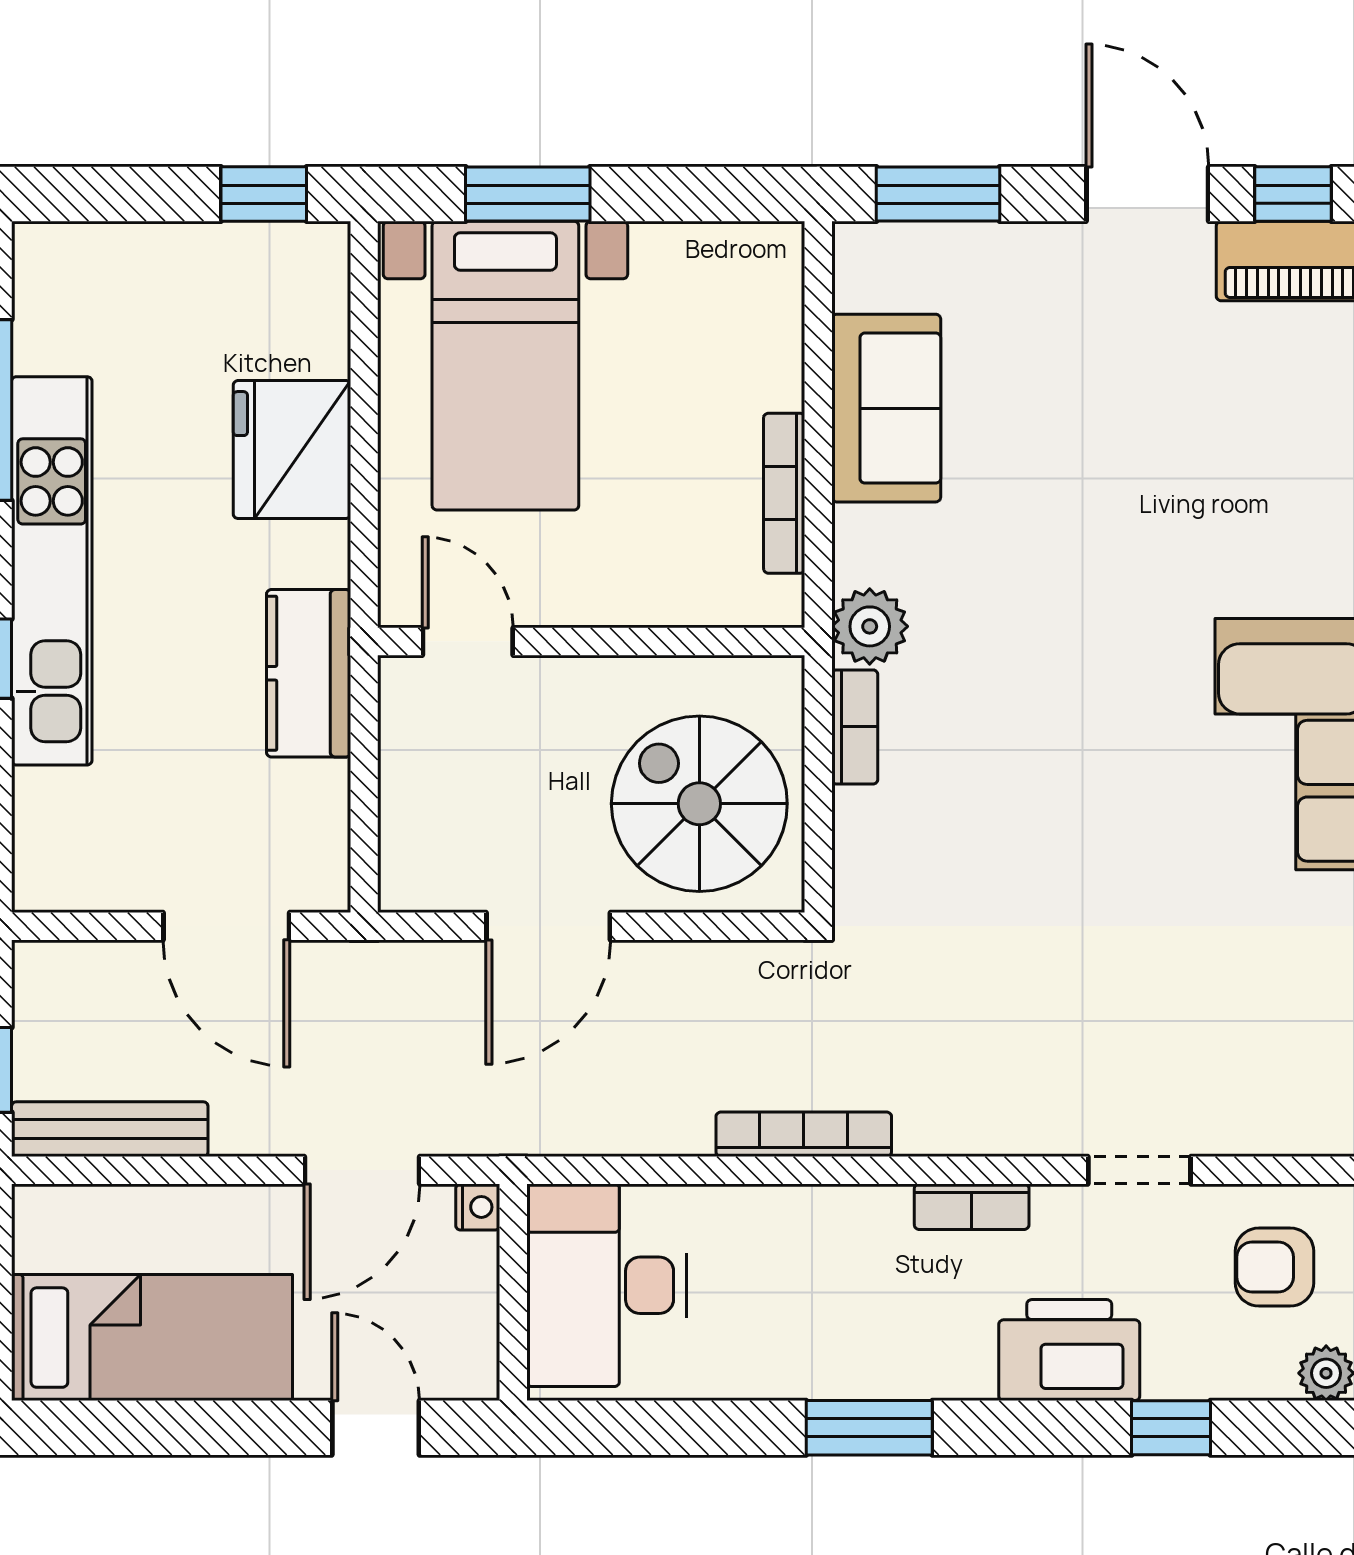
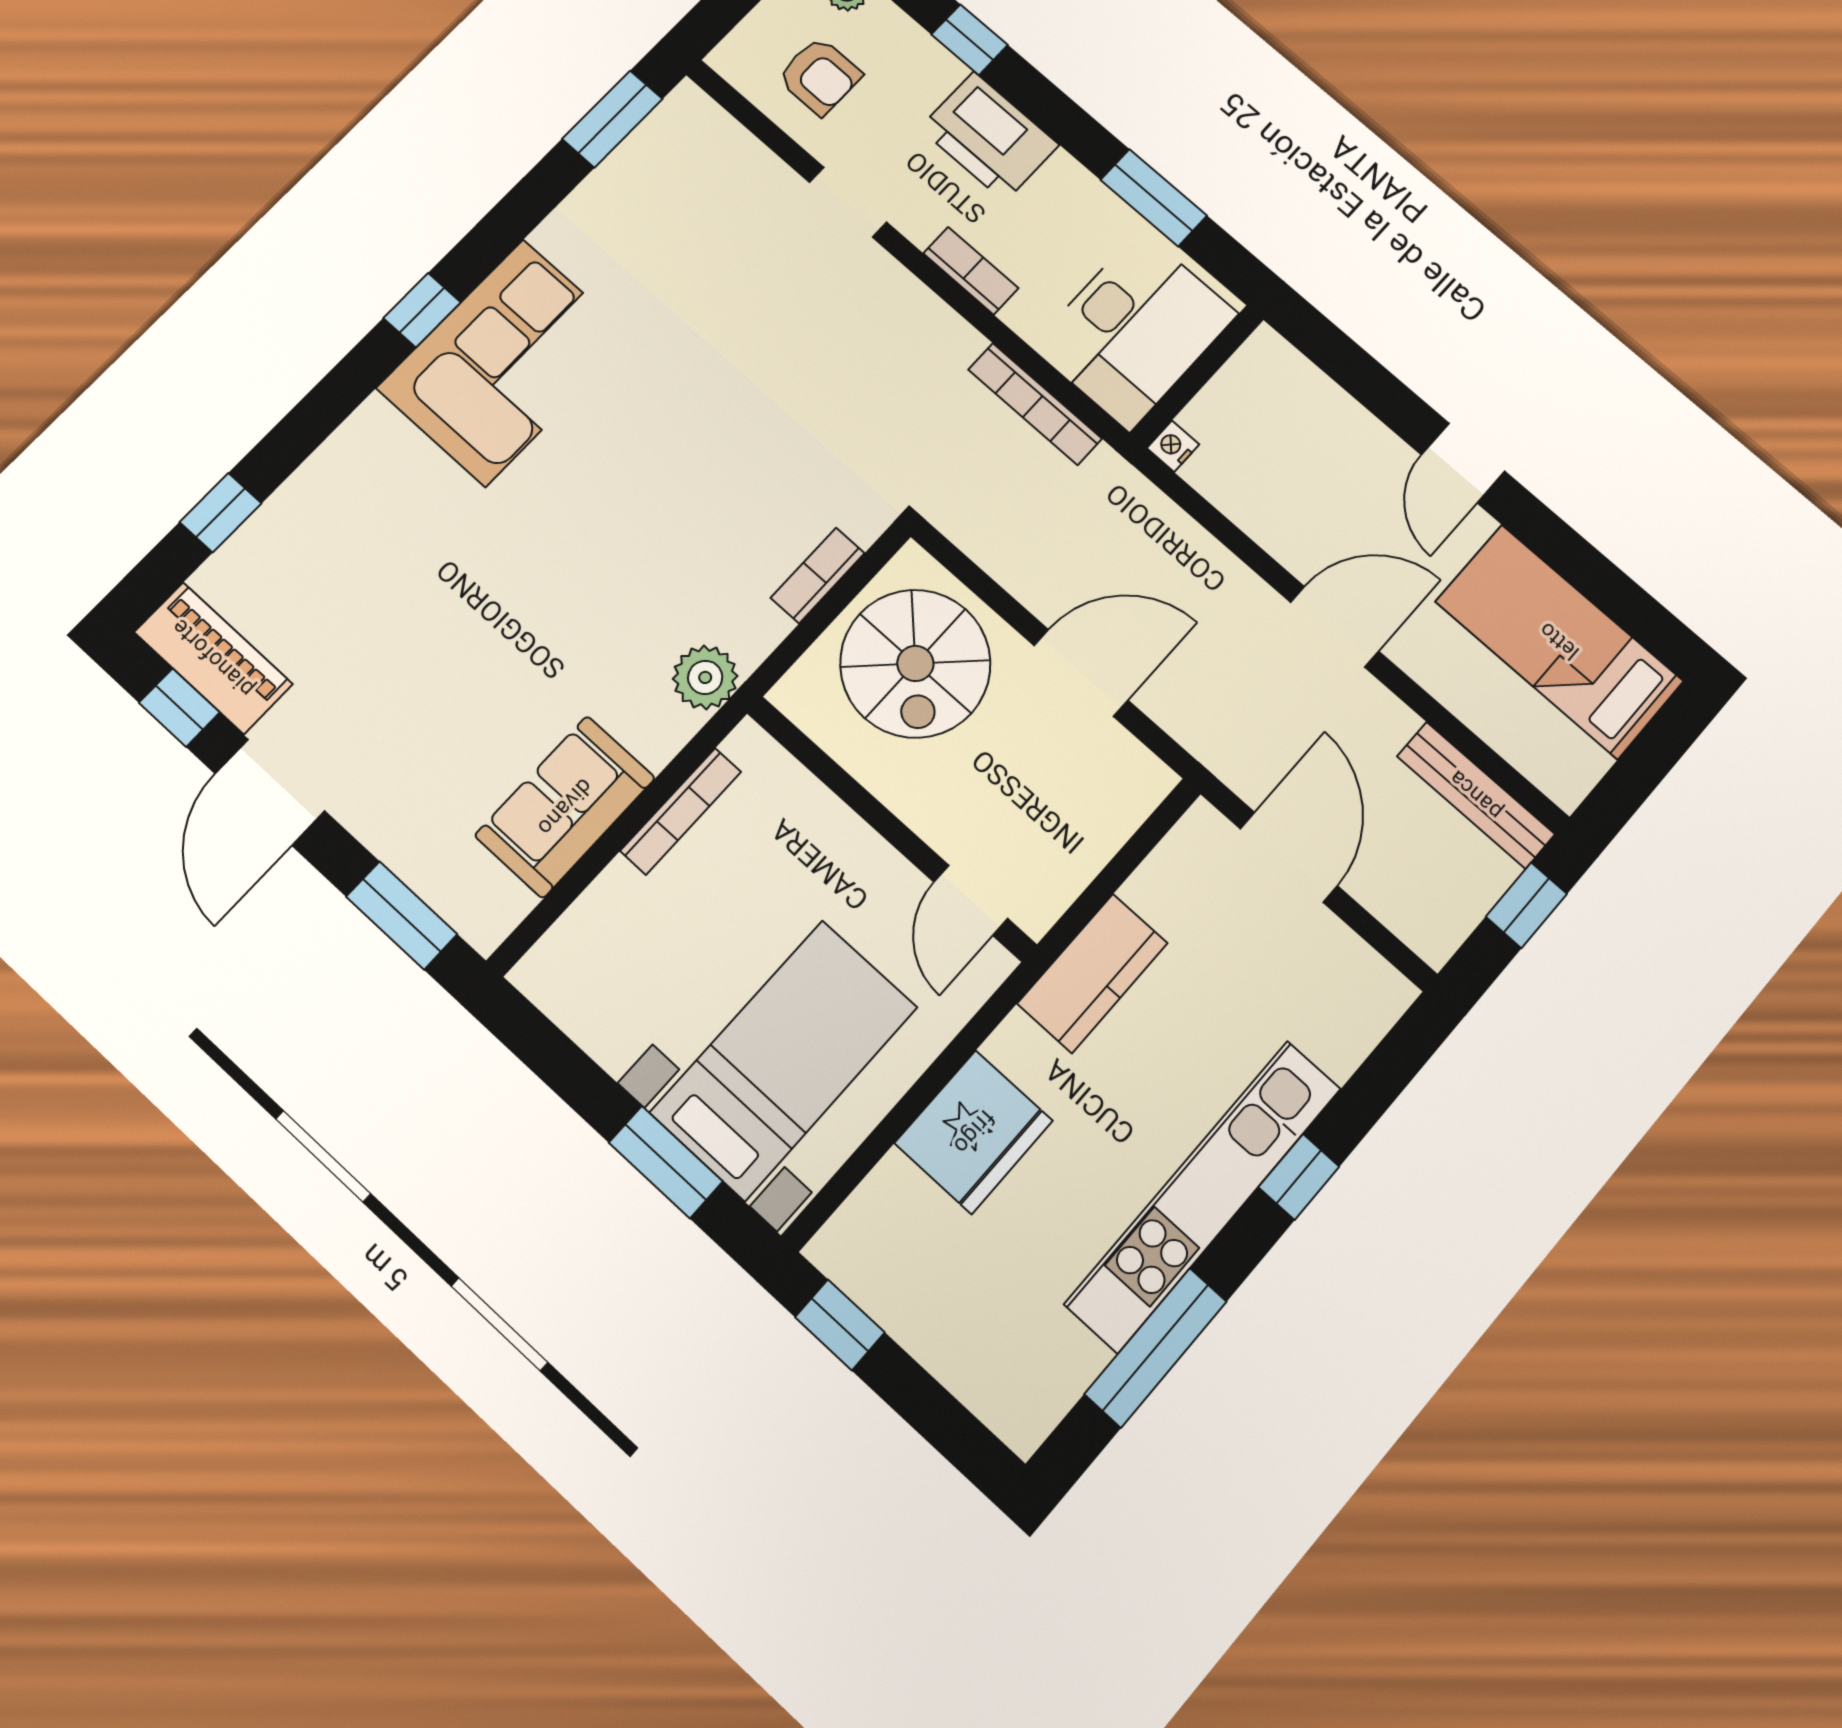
bookcase: (855, 727) -> (818, 575), moved
nightstand: (478, 1207) -> (1173, 446), moved
desk: (606, 1285) -> (1135, 330), moved
wall: (513, 1292) -> (1197, 376), moved

